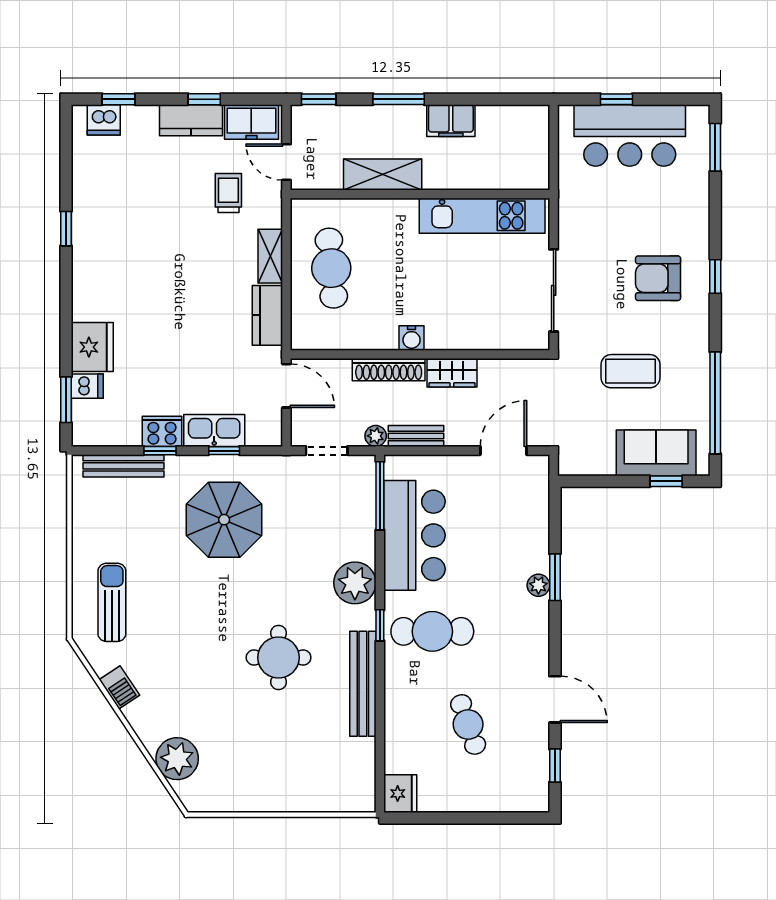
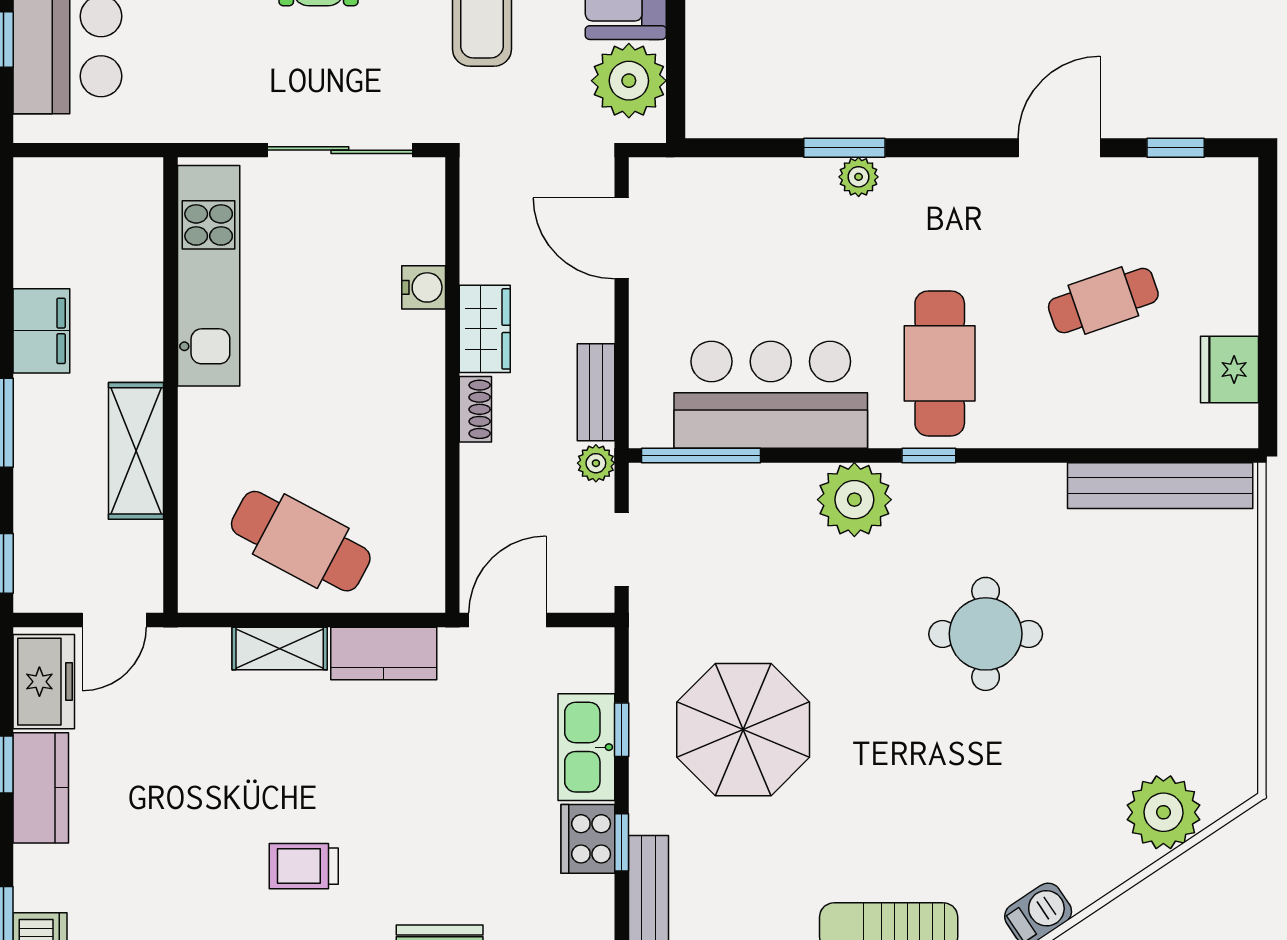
trolley: (228, 193) -> (304, 866), moved
cafe table: (331, 268) -> (301, 541), turned 33
water cooler: (412, 338) -> (424, 287), moved
shoe rack: (389, 370) -> (475, 409), width x0.51, depth x0.81
plant: (593, 455) -> (629, 81), added
bench: (363, 684) -> (1160, 486), moved
fridge: (400, 794) -> (1229, 369), moved, turned -90

